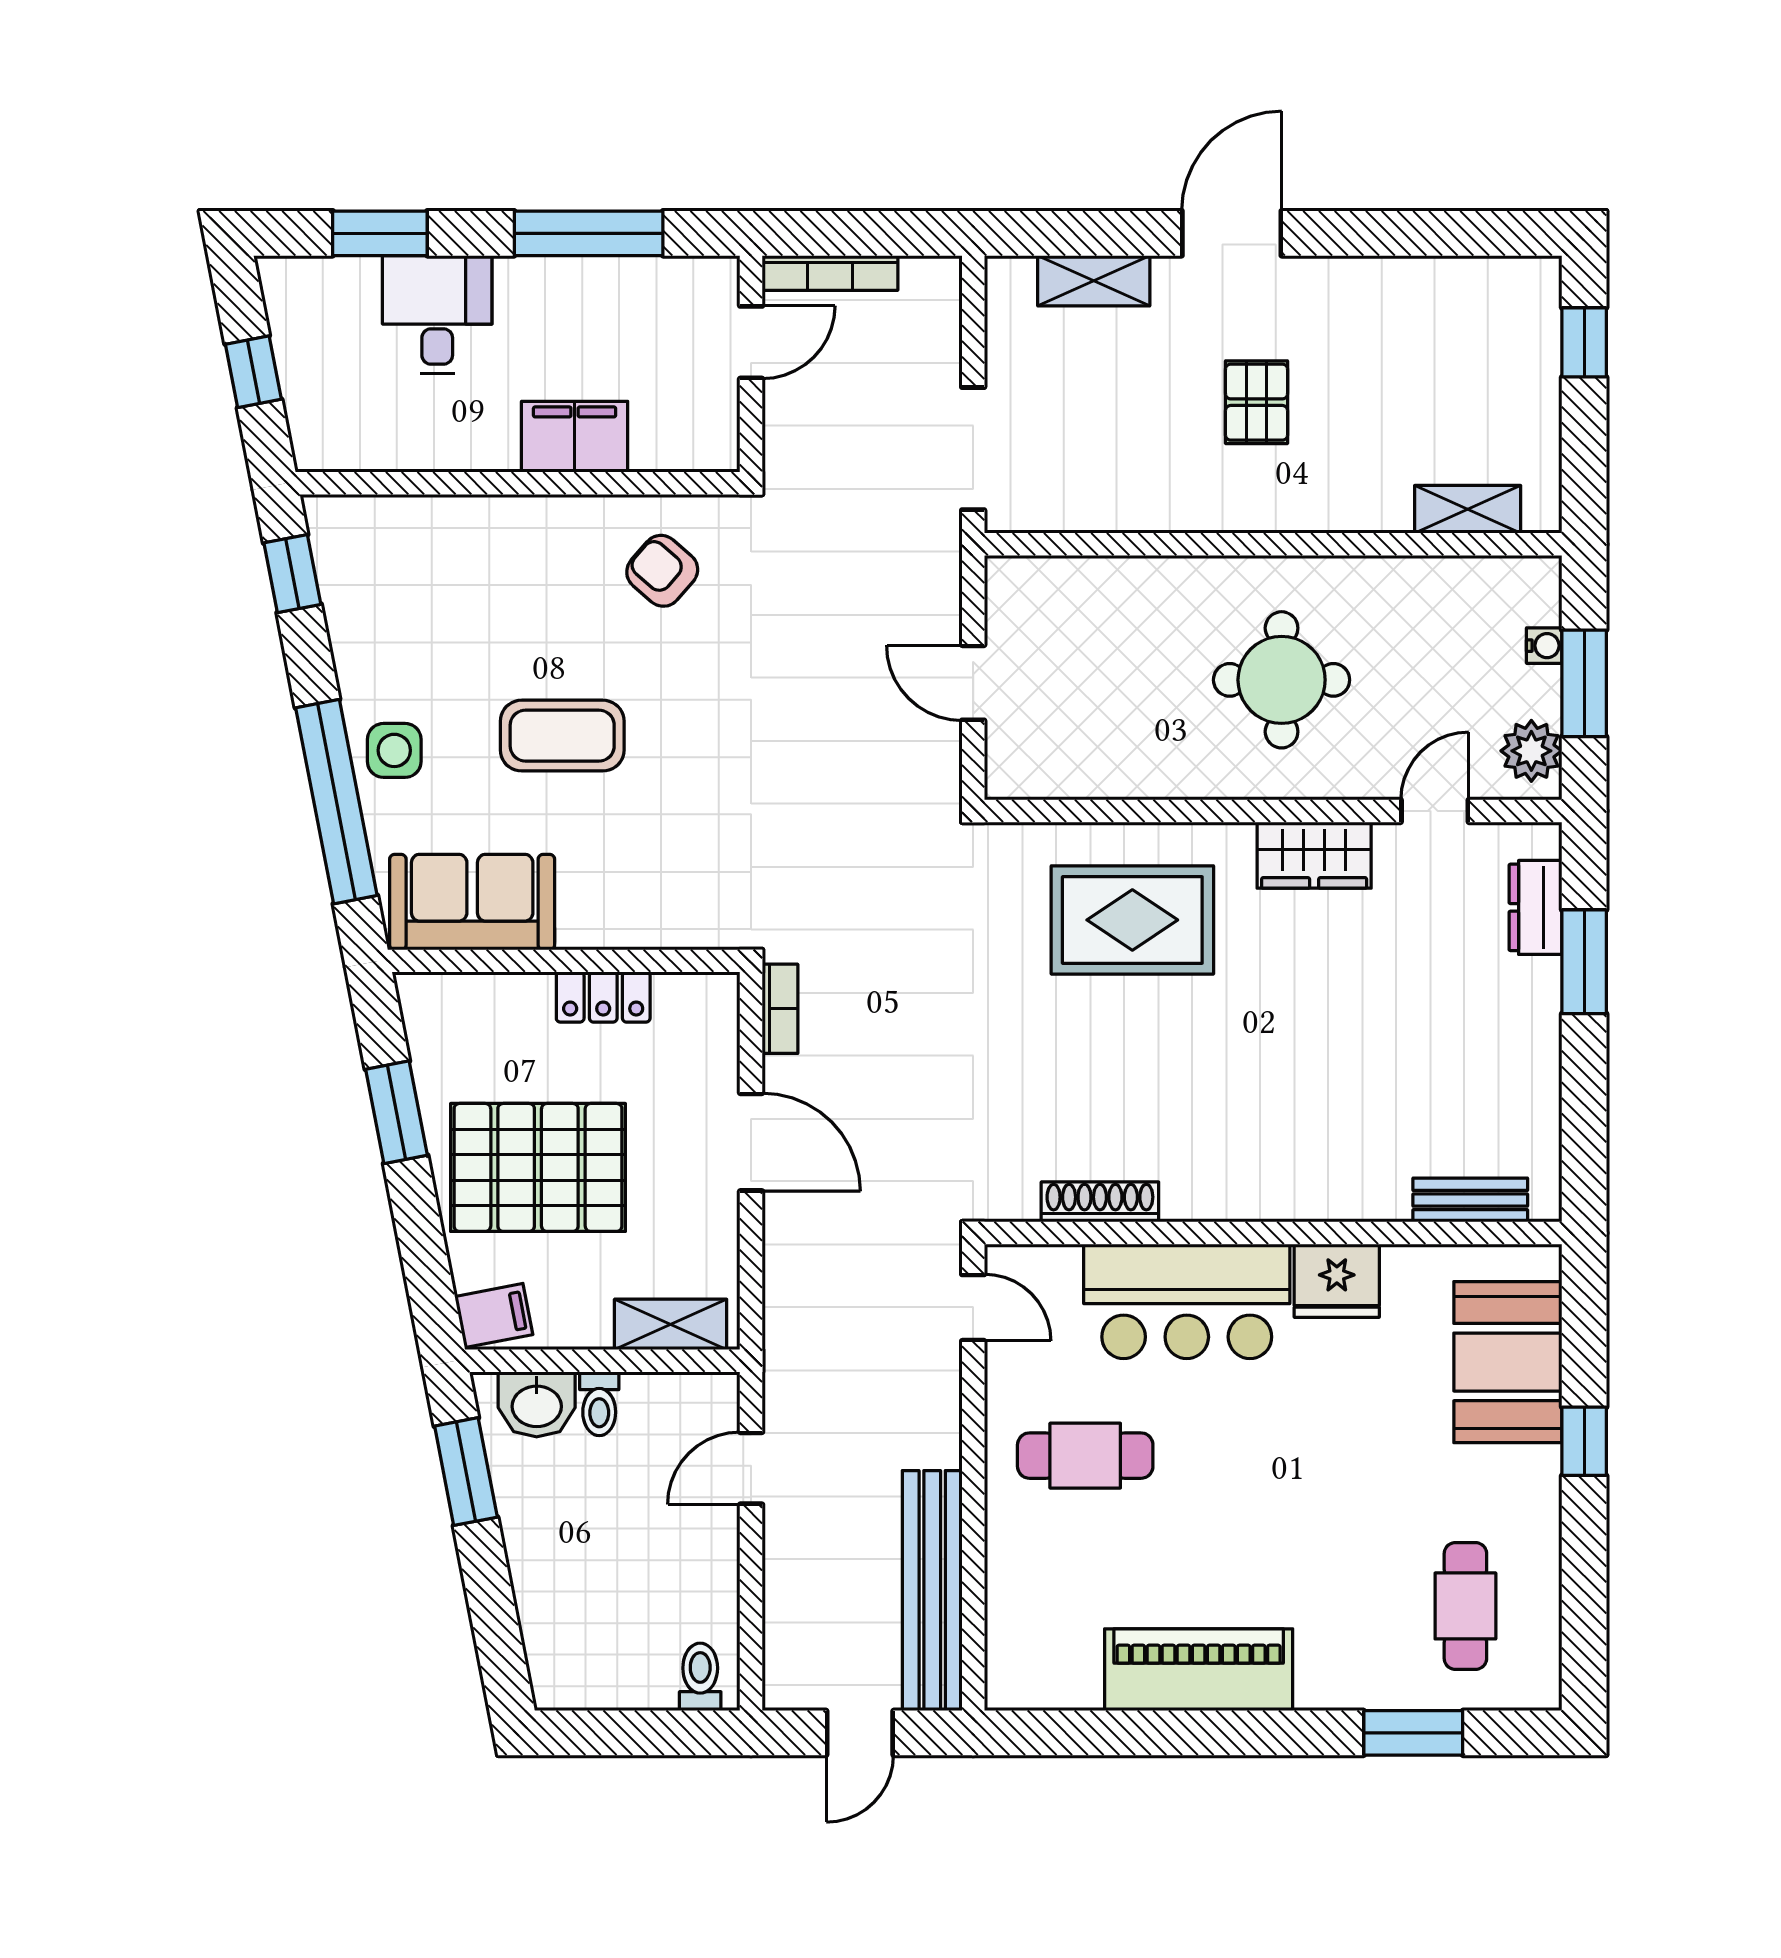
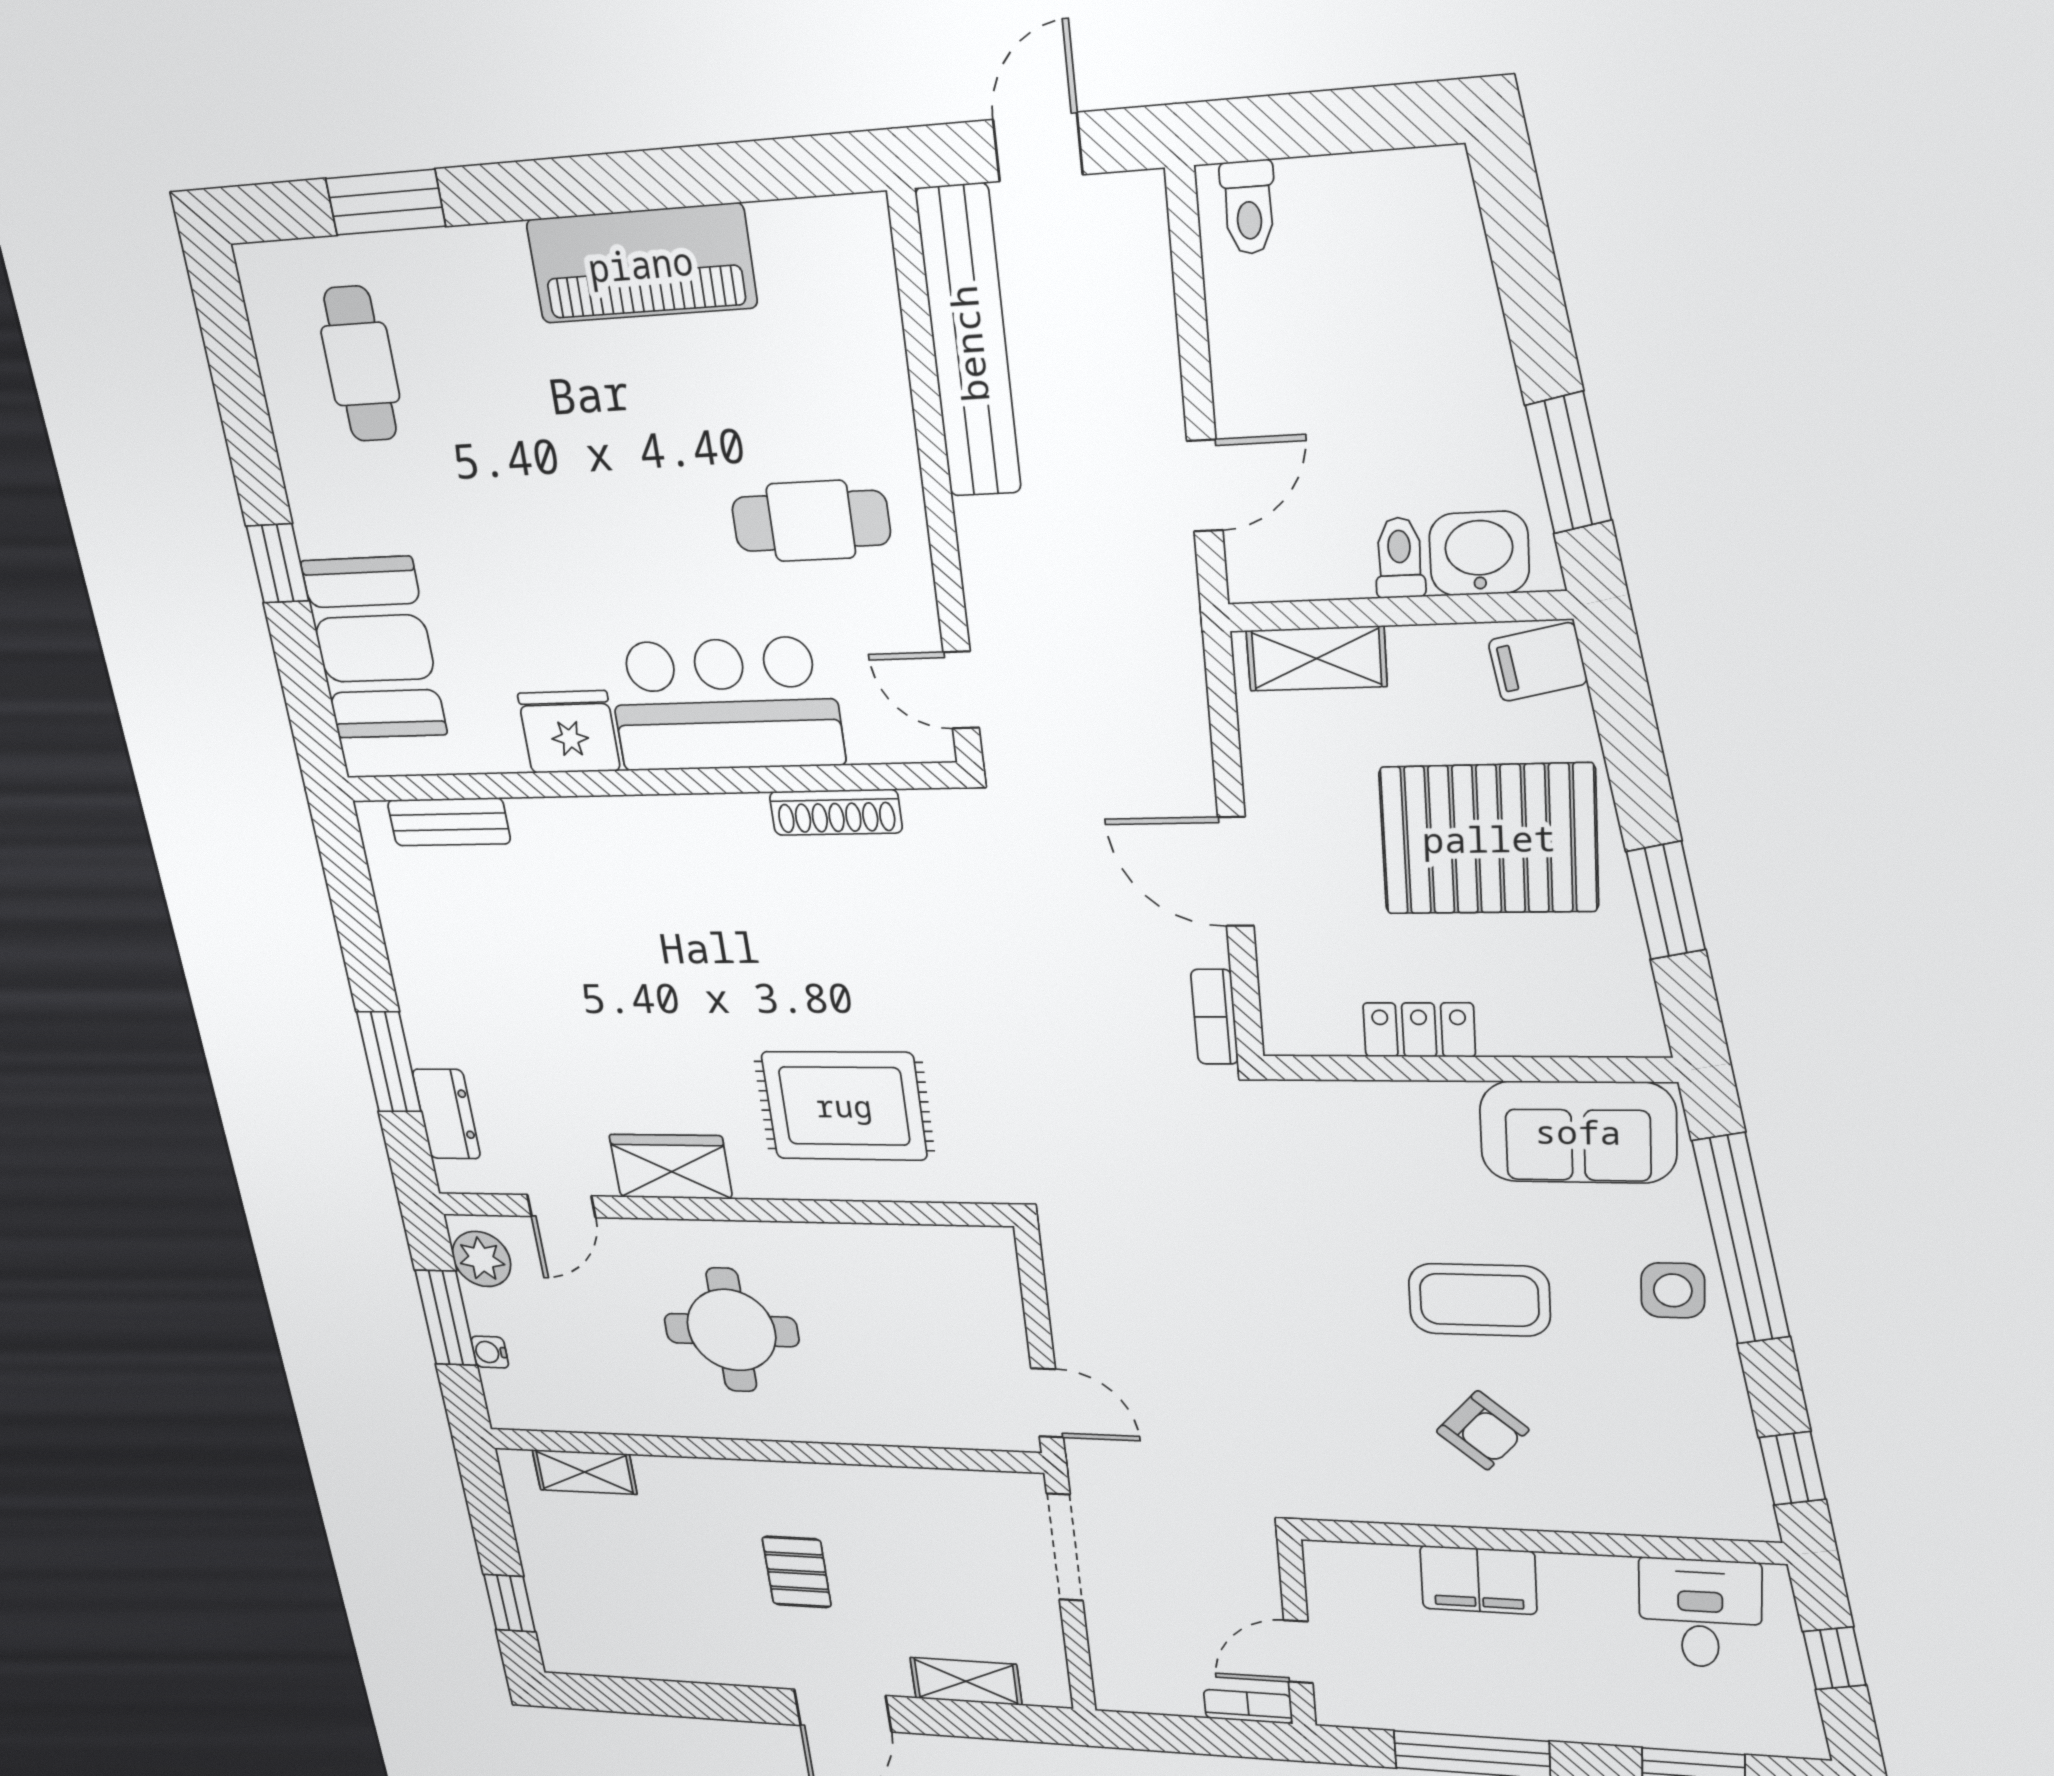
bookcase: (830, 273) -> (1248, 1707), width x0.64
desk: (437, 315) -> (1700, 1613), moved, turned 180
armchair: (662, 571) -> (1483, 1431), moved
door: (973, 683) -> (1047, 1403), moved

